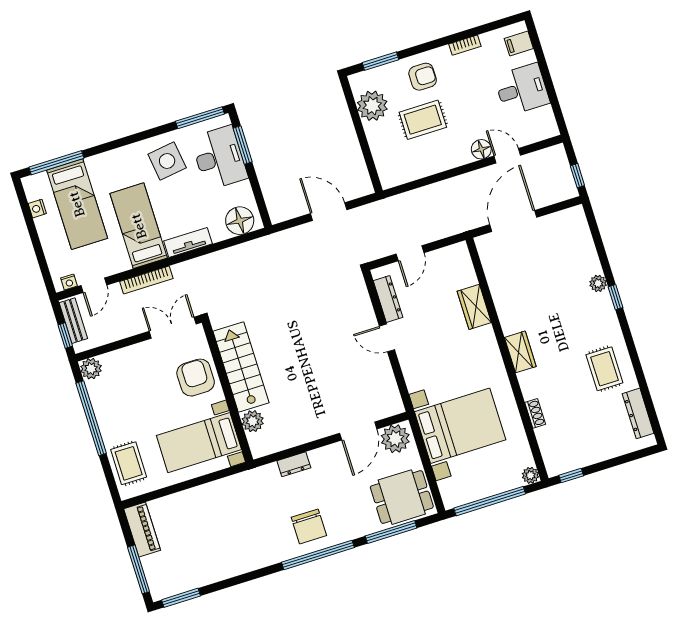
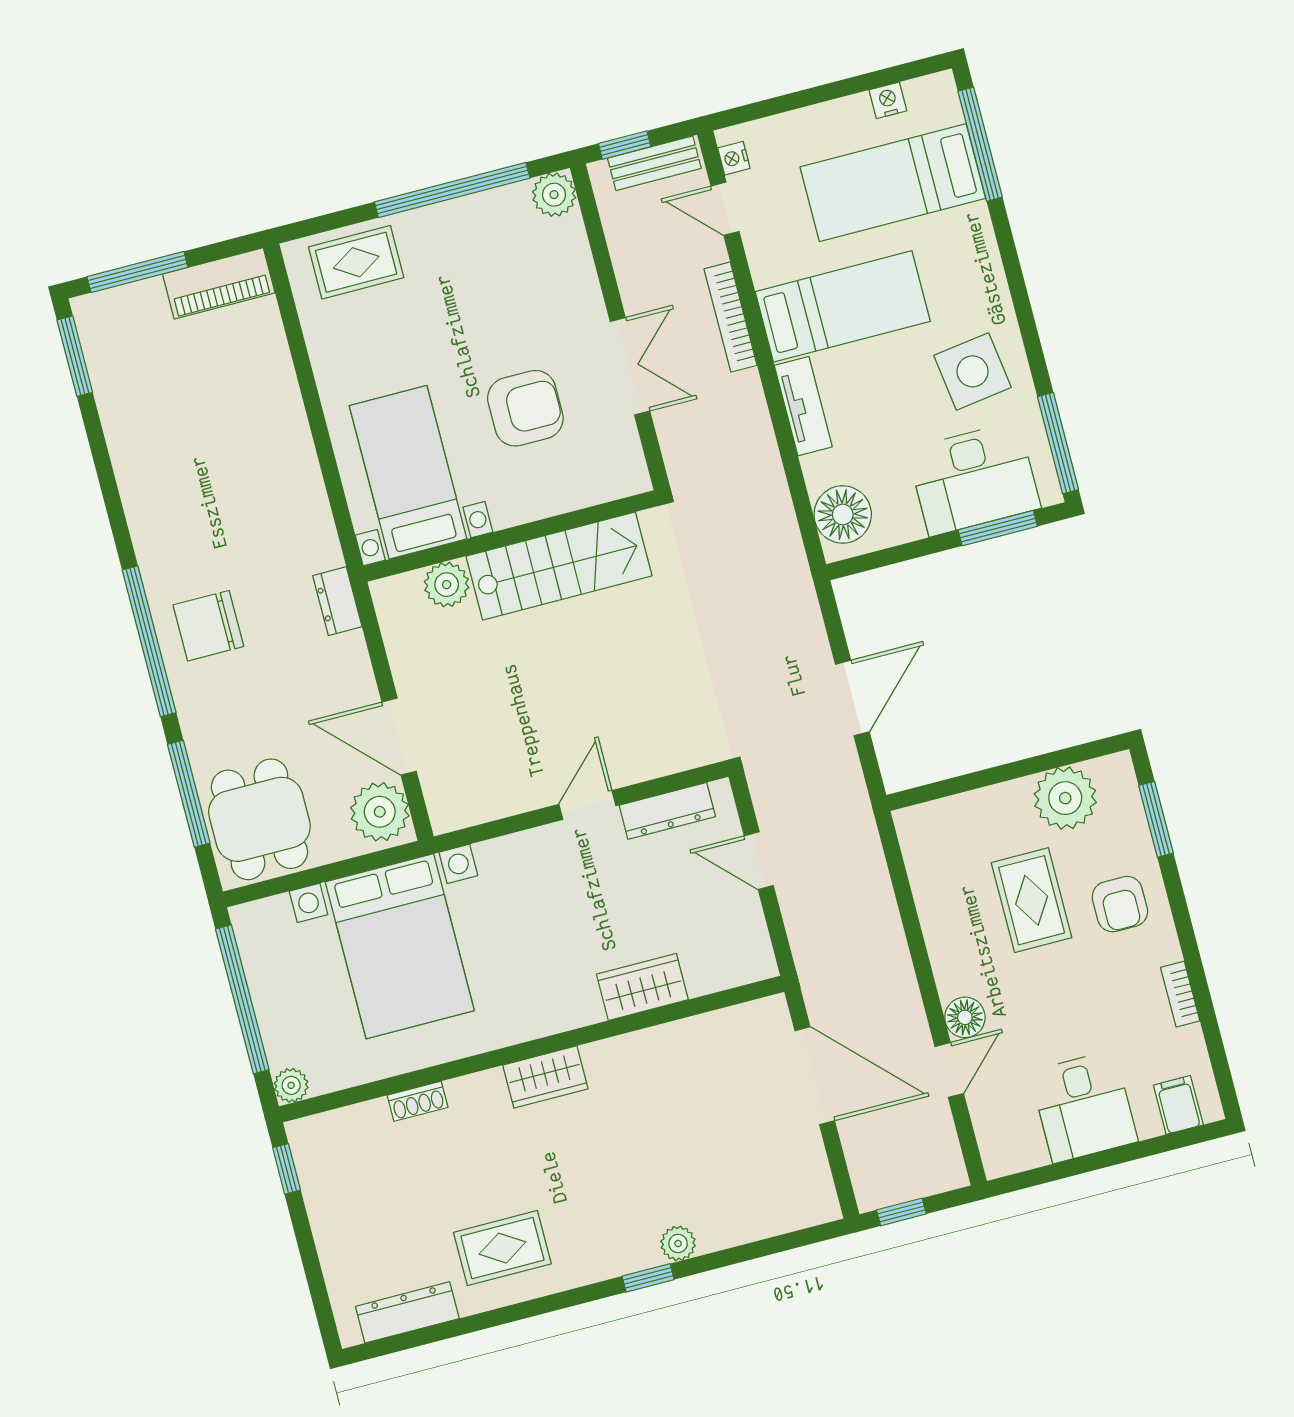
stairs: (241, 367) -> (559, 566), moved
wall: (227, 391) -> (511, 536), moved
plant: (253, 421) -> (447, 585), moved
bed with nightstands: (199, 443) -> (408, 472), moved

